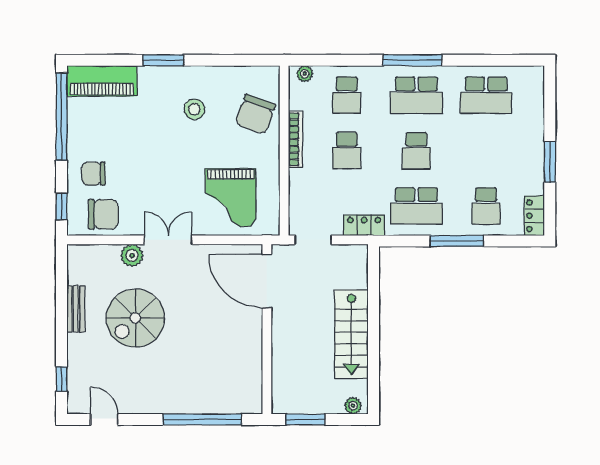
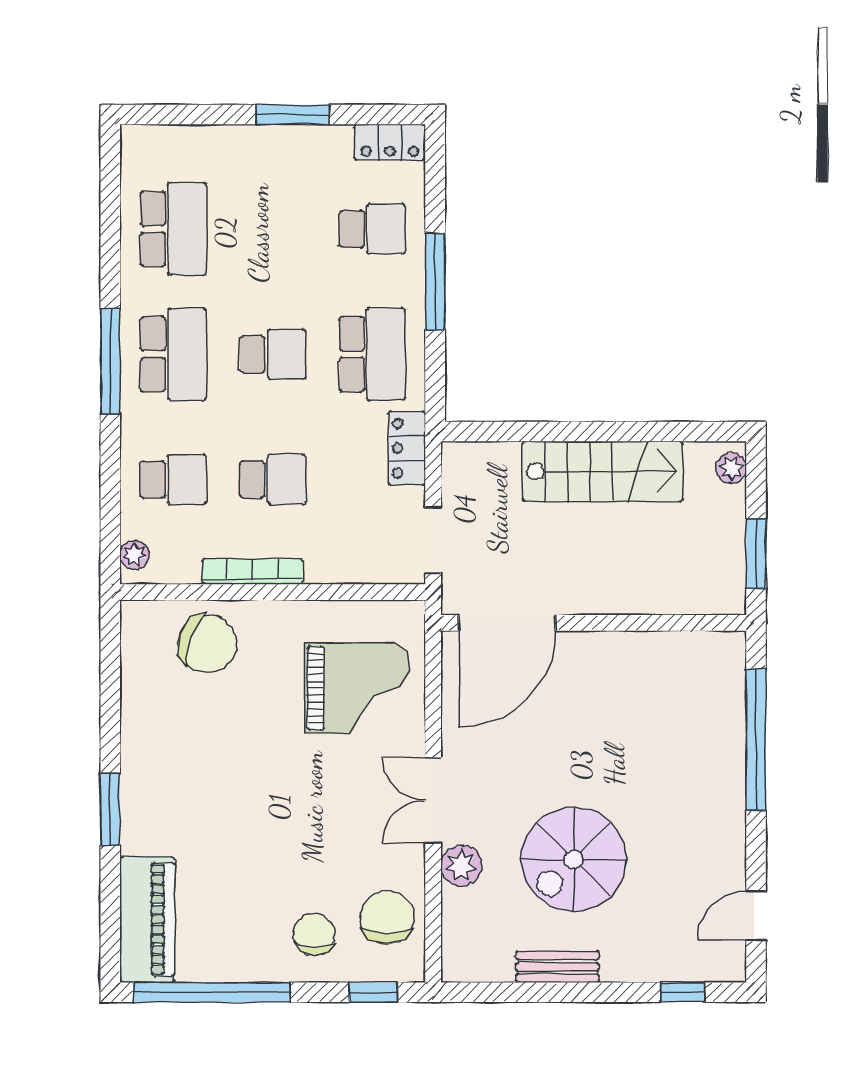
stool: (194, 109) -> (198, 753), removed
chair: (94, 174) -> (314, 934), turned 180
spiral stairs: (135, 318) -> (574, 859), turned 90

